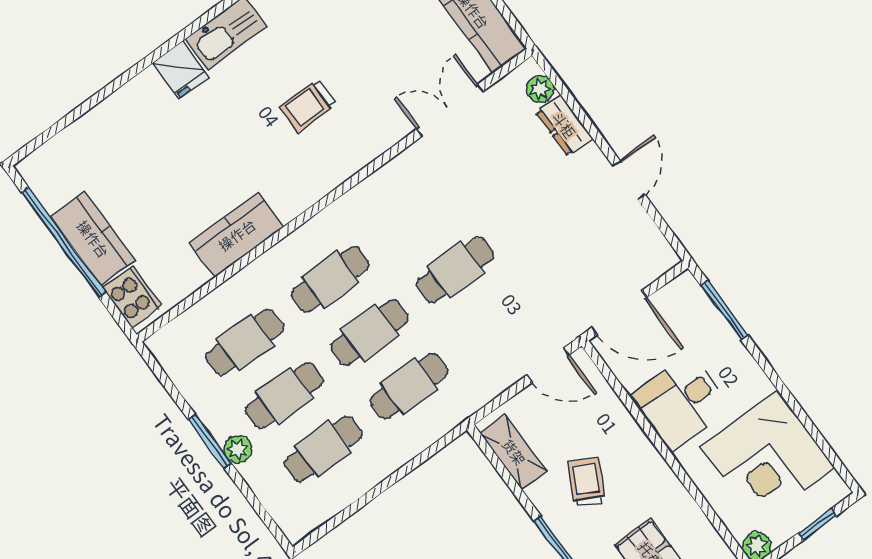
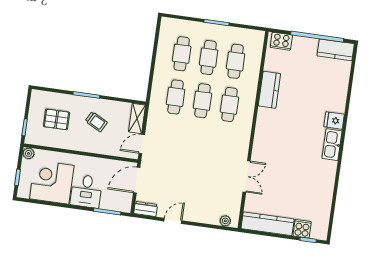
trolley: (308, 105) -> (287, 148), removed
double door: (450, 110) -> (247, 176), moved
dresser: (564, 125) -> (146, 209), moved
door: (629, 180) -> (173, 221), swing flipped
kitchen counter: (93, 239) -> (336, 50), moved
cafe table: (455, 270) -> (196, 144), removed
desk: (681, 402) -> (86, 191), moved, turned 180
plant: (238, 449) -> (206, 28), removed
shelving: (514, 452) -> (137, 118), moved, turned 90

